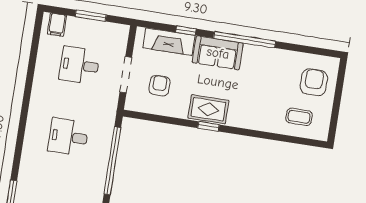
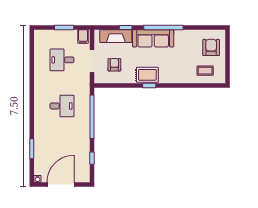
filing cabinet: (57, 25) -> (83, 37), moved
sofa: (218, 53) -> (153, 38), width x1.36
desk: (68, 137) -> (62, 106), turned 180

